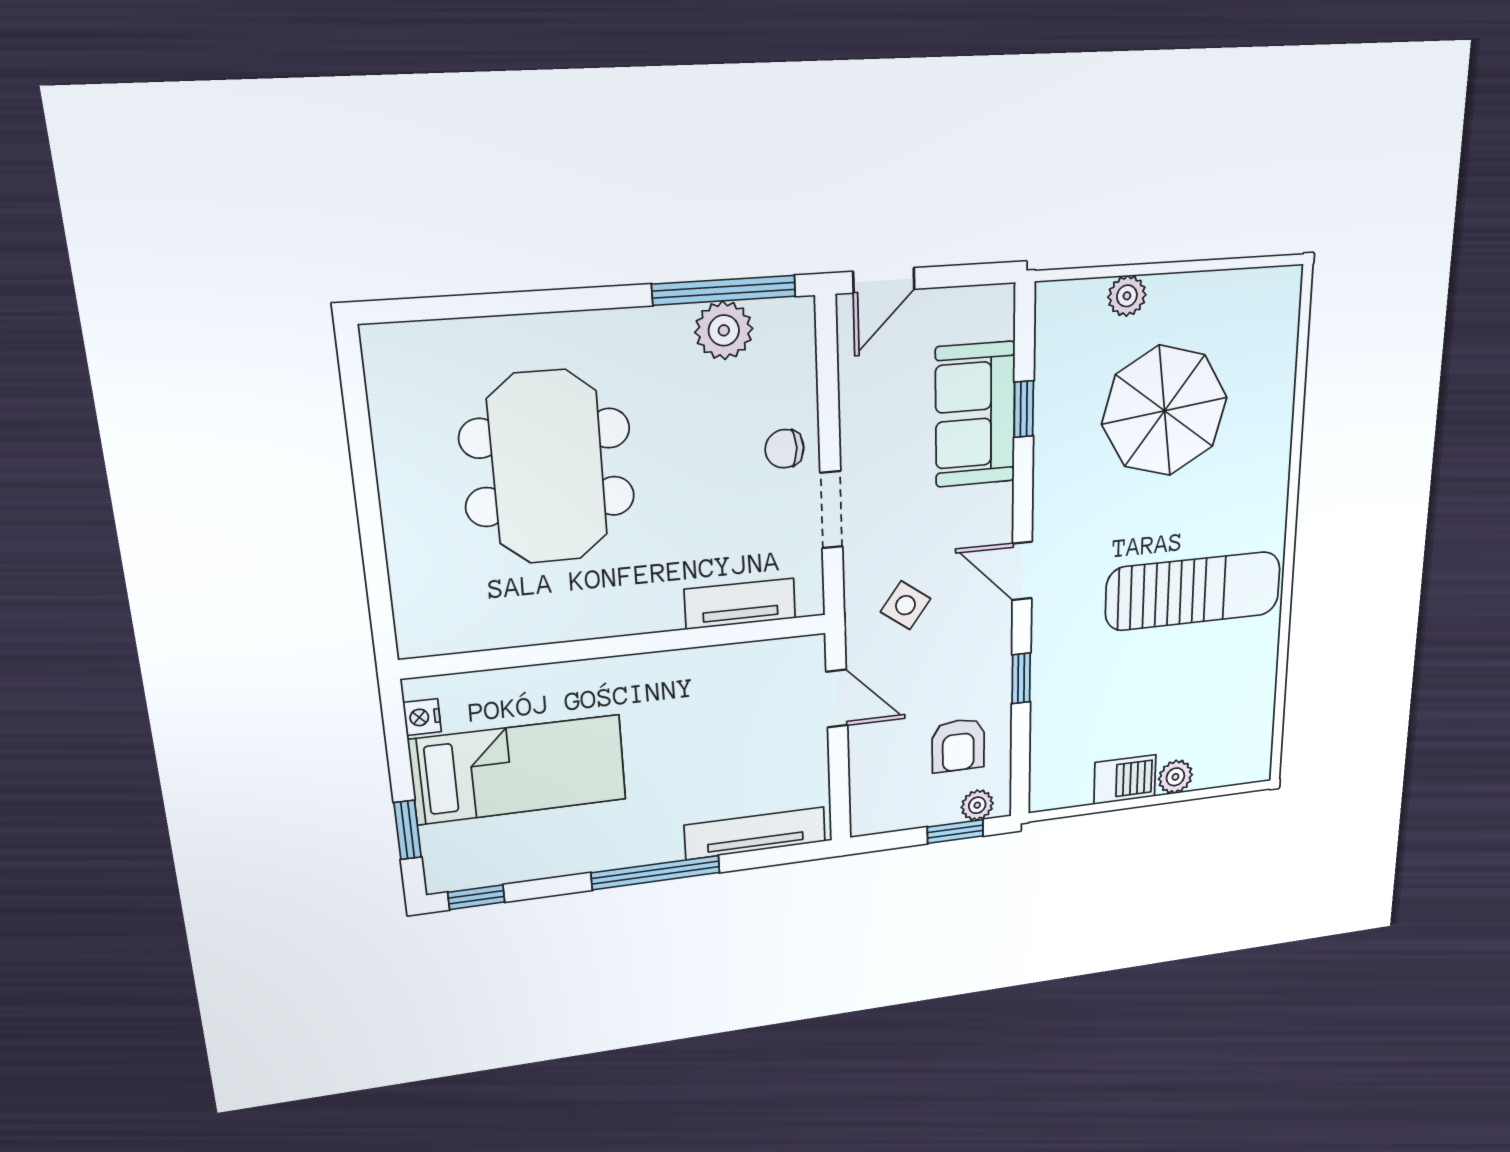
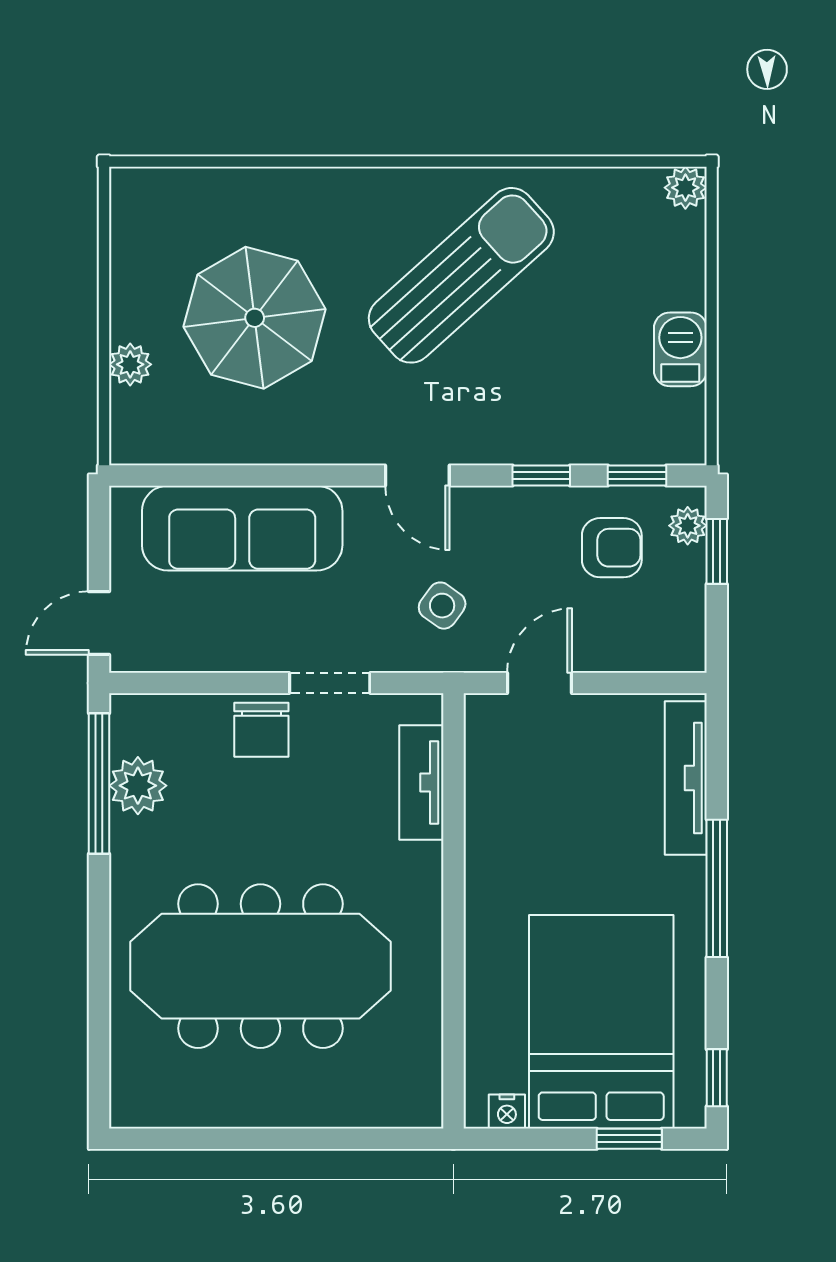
door: (884, 280) -> (99, 623), swing flipped
window: (1024, 409) -> (637, 475), moved
sofa: (975, 415) -> (242, 528), width x1.36
chair: (784, 449) -> (261, 730), width x1.37, depth x1.37
meeting table: (548, 468) -> (260, 966), width x1.36
door: (1022, 571) -> (417, 475), hinge flipped
sun lounger: (1193, 591) -> (461, 275), turned 48
bed: (519, 770) -> (601, 1022), width x1.50
plant: (1175, 777) -> (685, 188), moved

